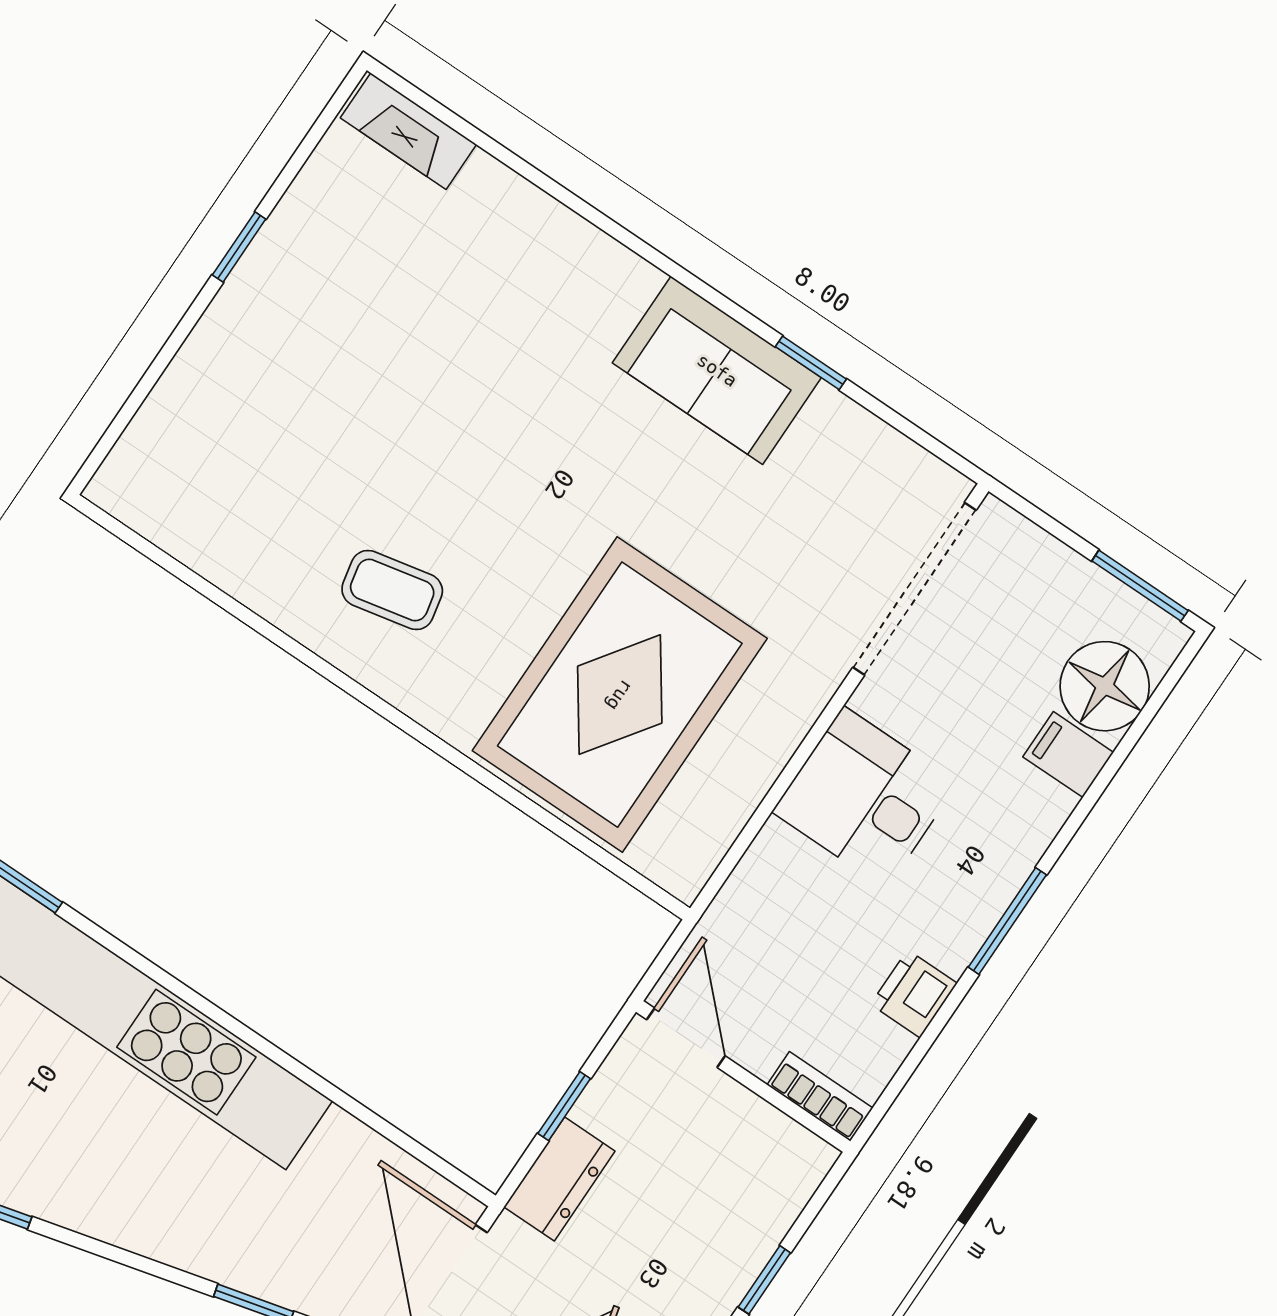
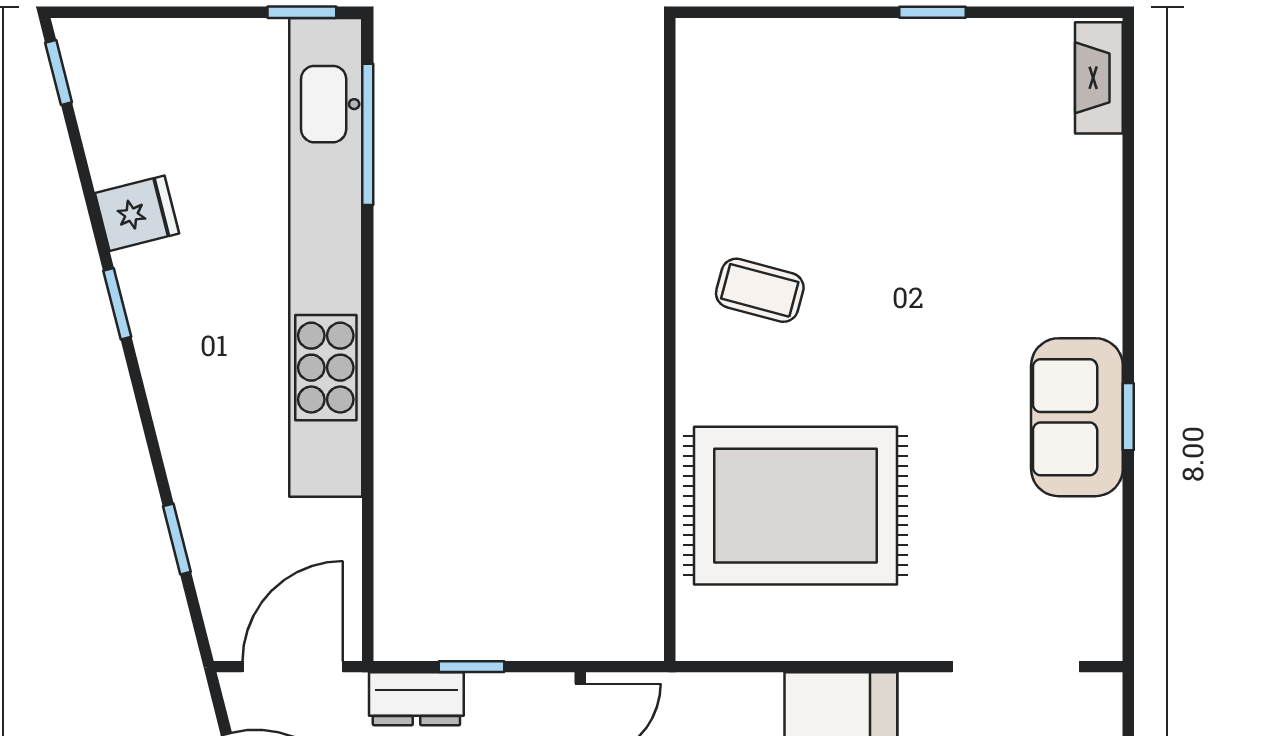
window: (811, 363) -> (1128, 417), moved
doorway: (914, 589) -> (1016, 667), width x0.73
coffee table: (392, 590) -> (760, 290), turned -63

